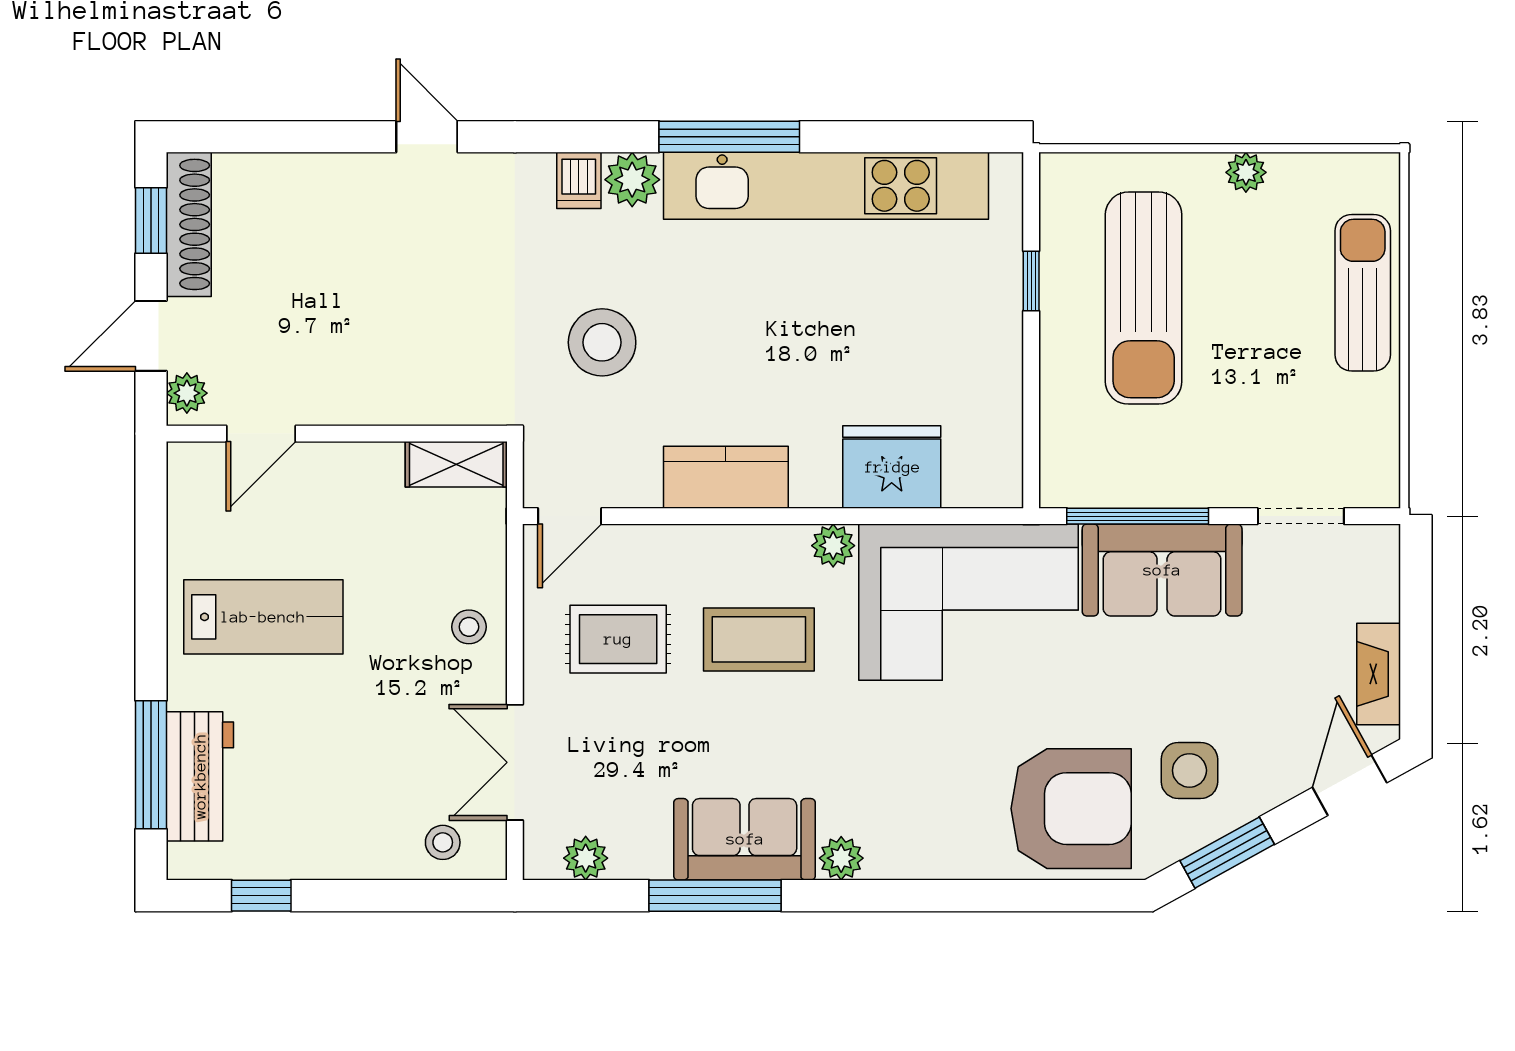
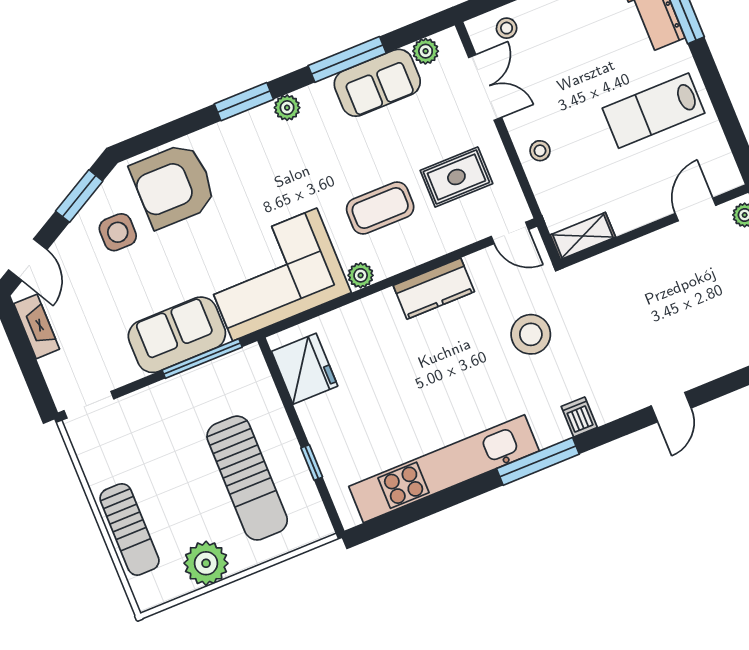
door: (427, 137) -> (671, 407), hinge flipped
window: (729, 137) -> (538, 461), moved
plant: (1246, 172) -> (206, 563), width x1.88, depth x1.88
plant: (632, 180) -> (550, 429), removed
sun lounger: (1144, 298) -> (247, 478), turned 180
fridge: (892, 467) -> (305, 369), moved, turned -90
door: (570, 516) -> (510, 233), swing flipped
doorway: (1301, 516) -> (89, 405), moved
sofa: (745, 839) -> (377, 83), moved
window: (906, 896) -> (244, 102), added

